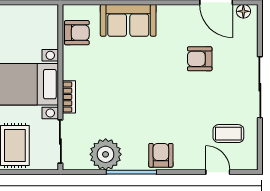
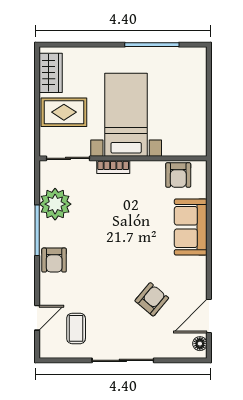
armchair: (200, 59) -> (152, 299), turned 40
armchair: (161, 155) -> (54, 260), turned 90

